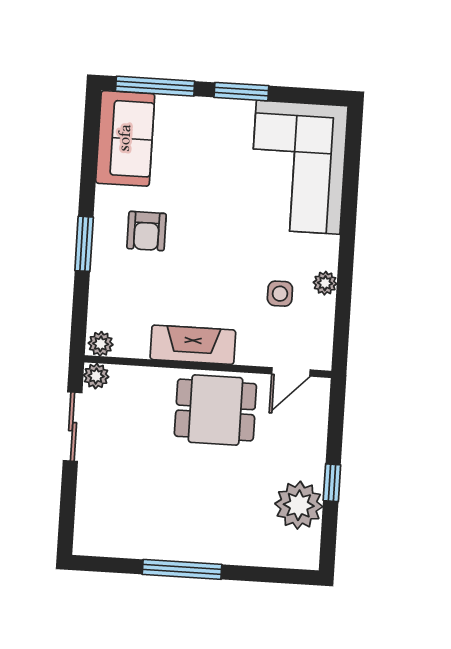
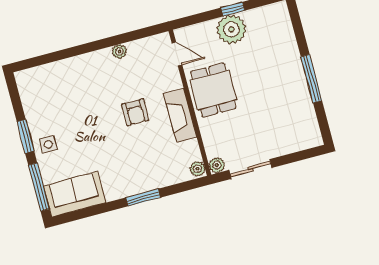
corner sofa: (298, 167) -> (58, 89), removed
armchair: (147, 231) -> (135, 112), moved, turned 90
side table: (280, 294) -> (48, 144), moved
plant: (299, 505) -> (231, 29), moved

